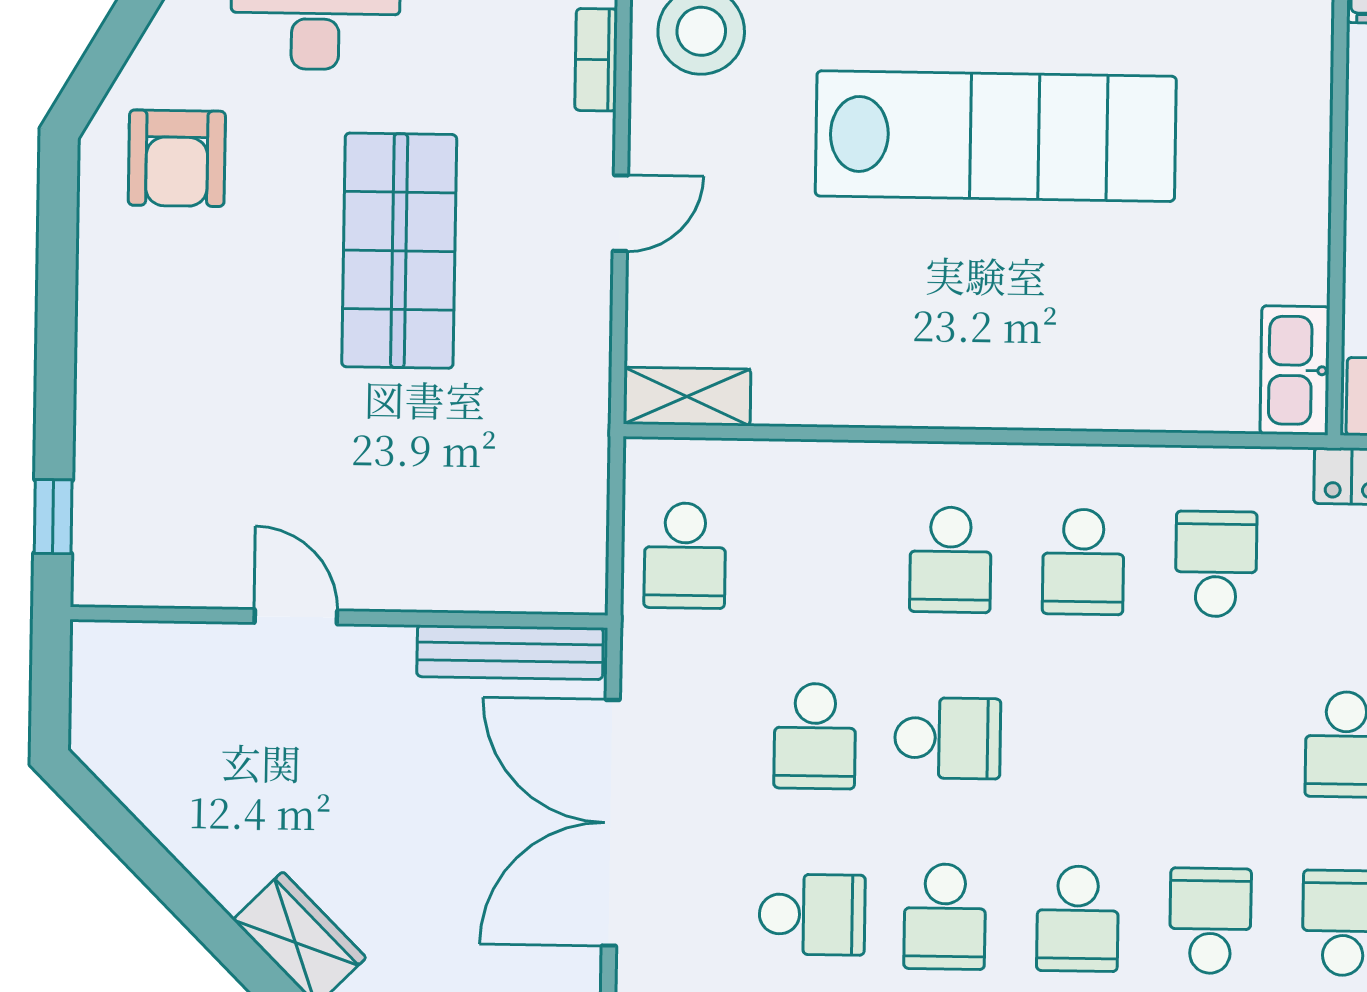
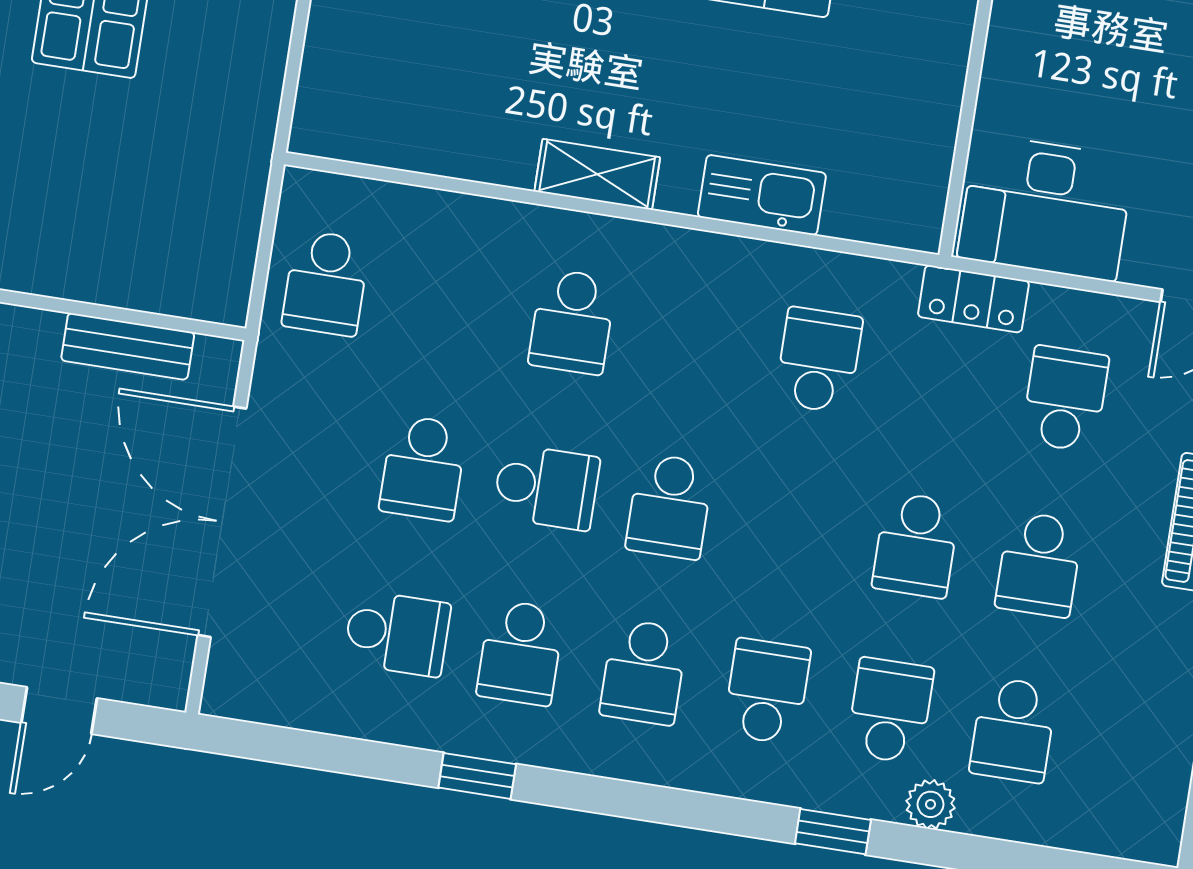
kitchen sink: (1295, 370) -> (762, 195), moved, turned 90
shelving: (687, 396) -> (597, 174), moved
school desk: (1083, 562) -> (670, 506), moved
bench: (510, 652) -> (128, 346), width x0.73

